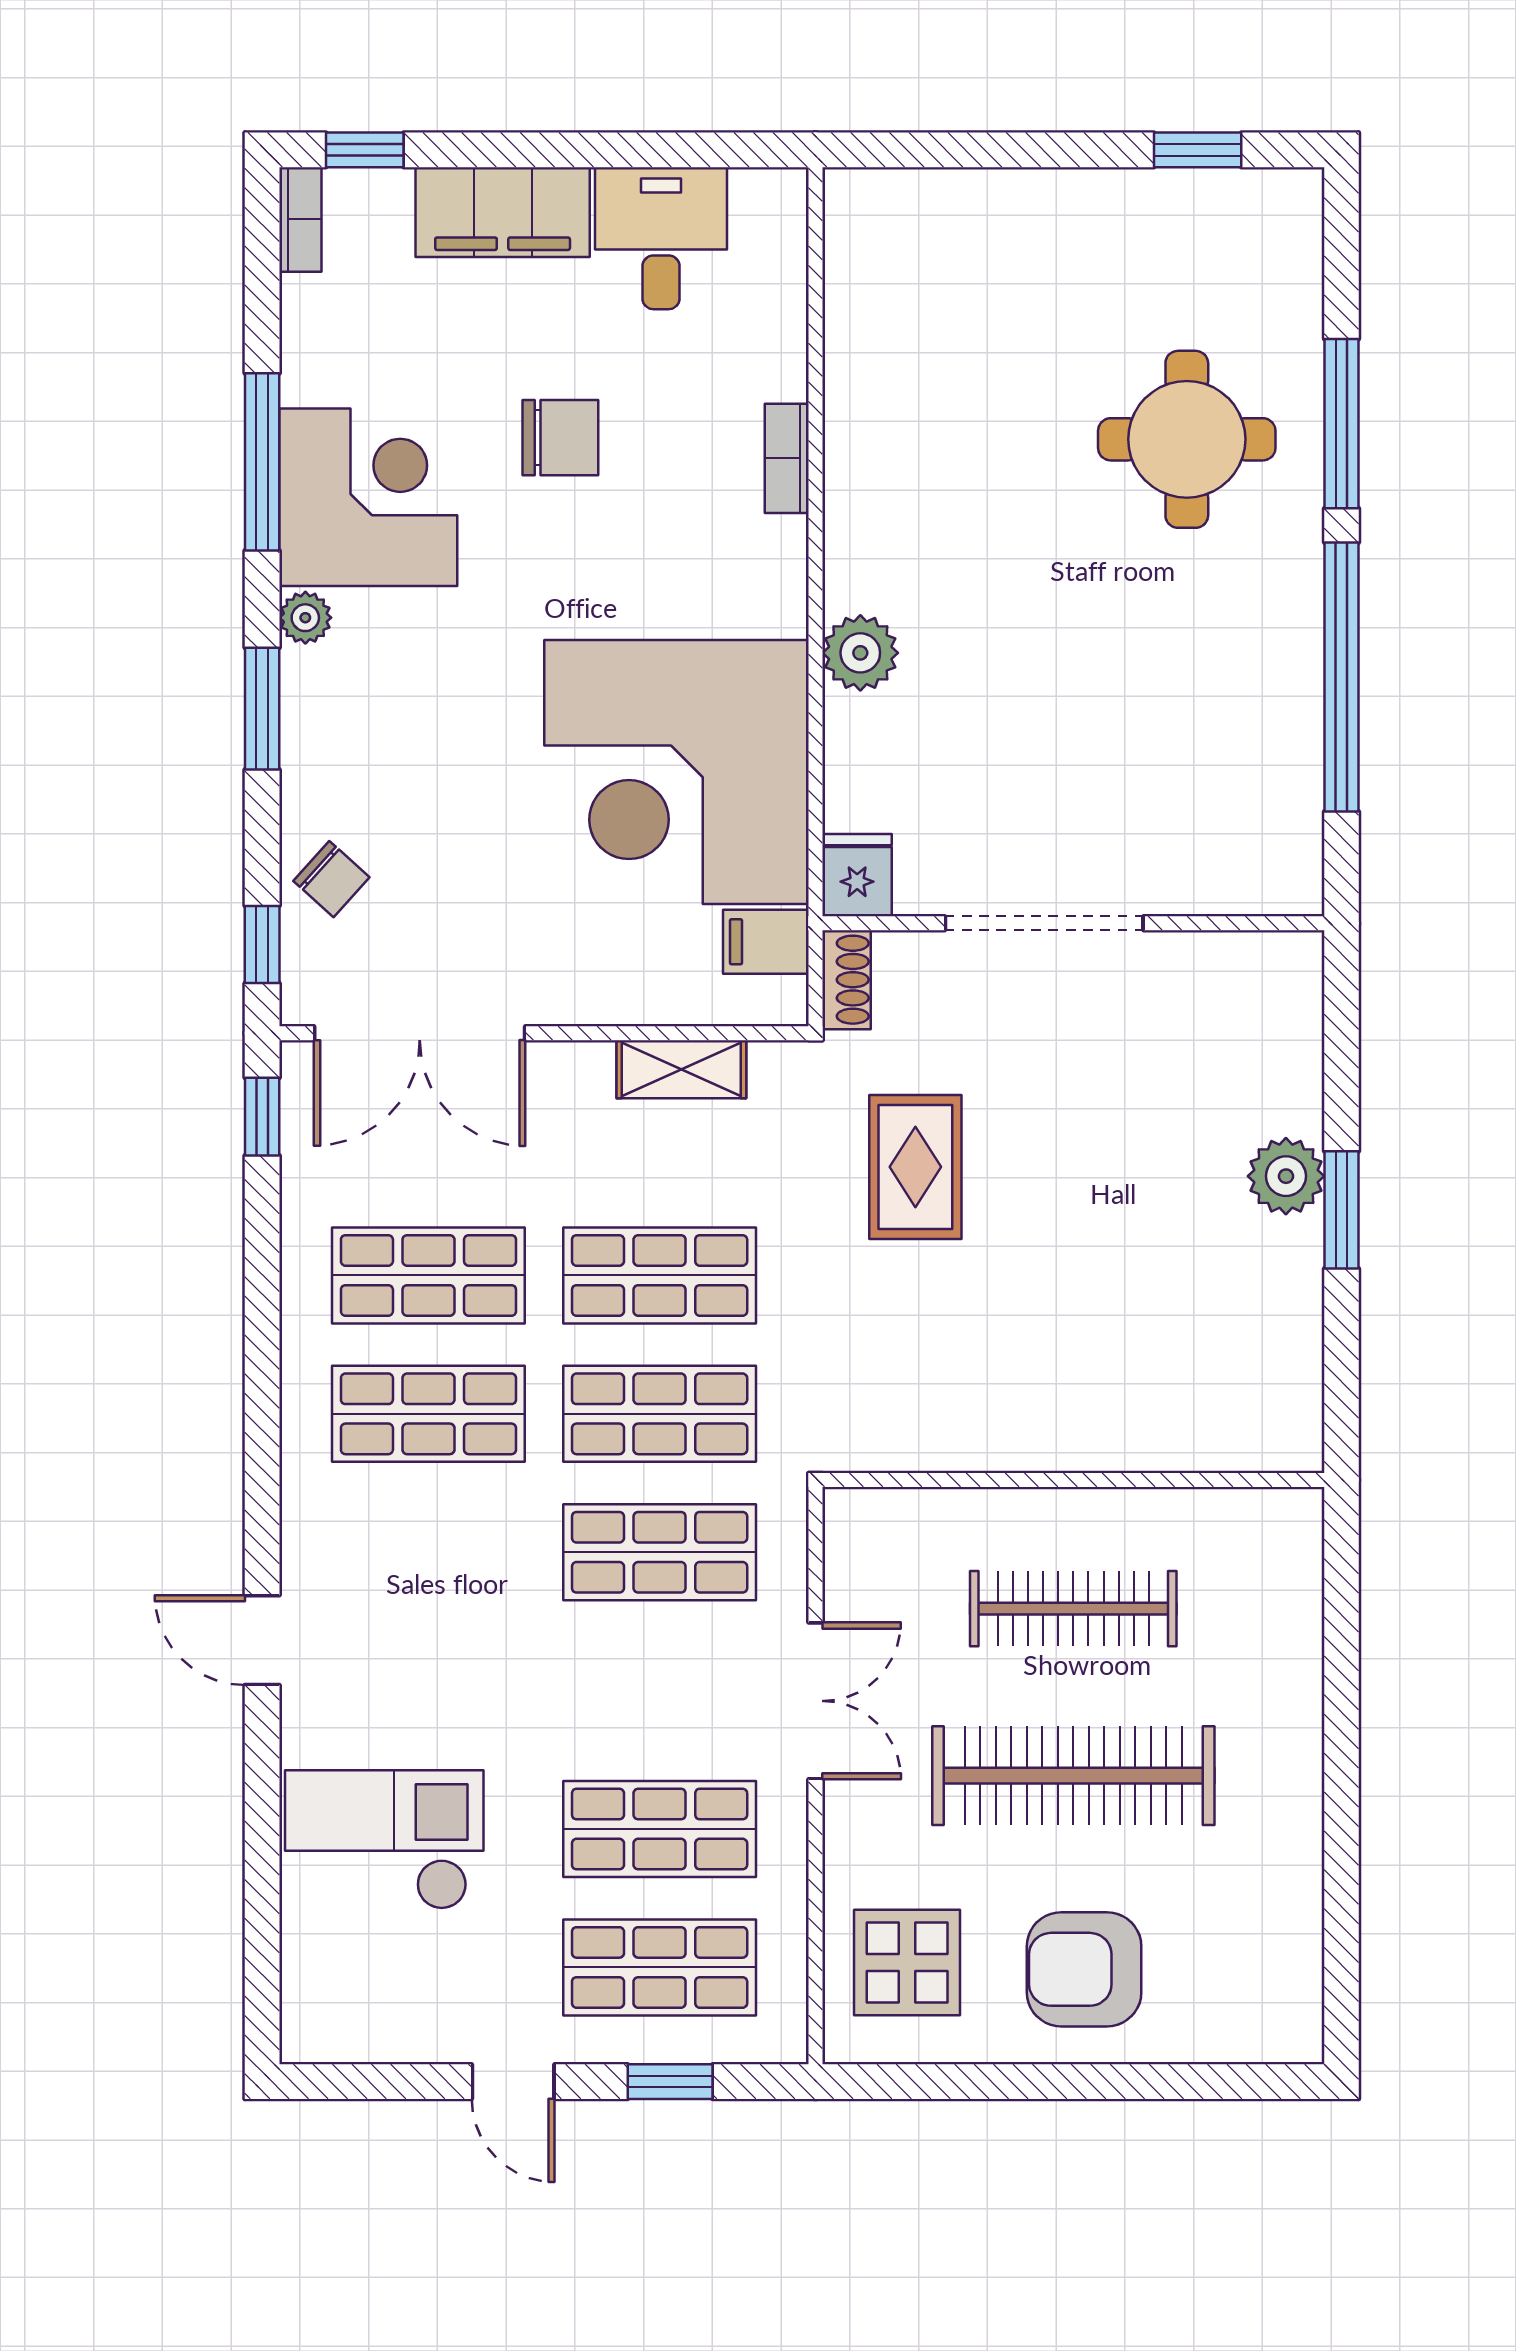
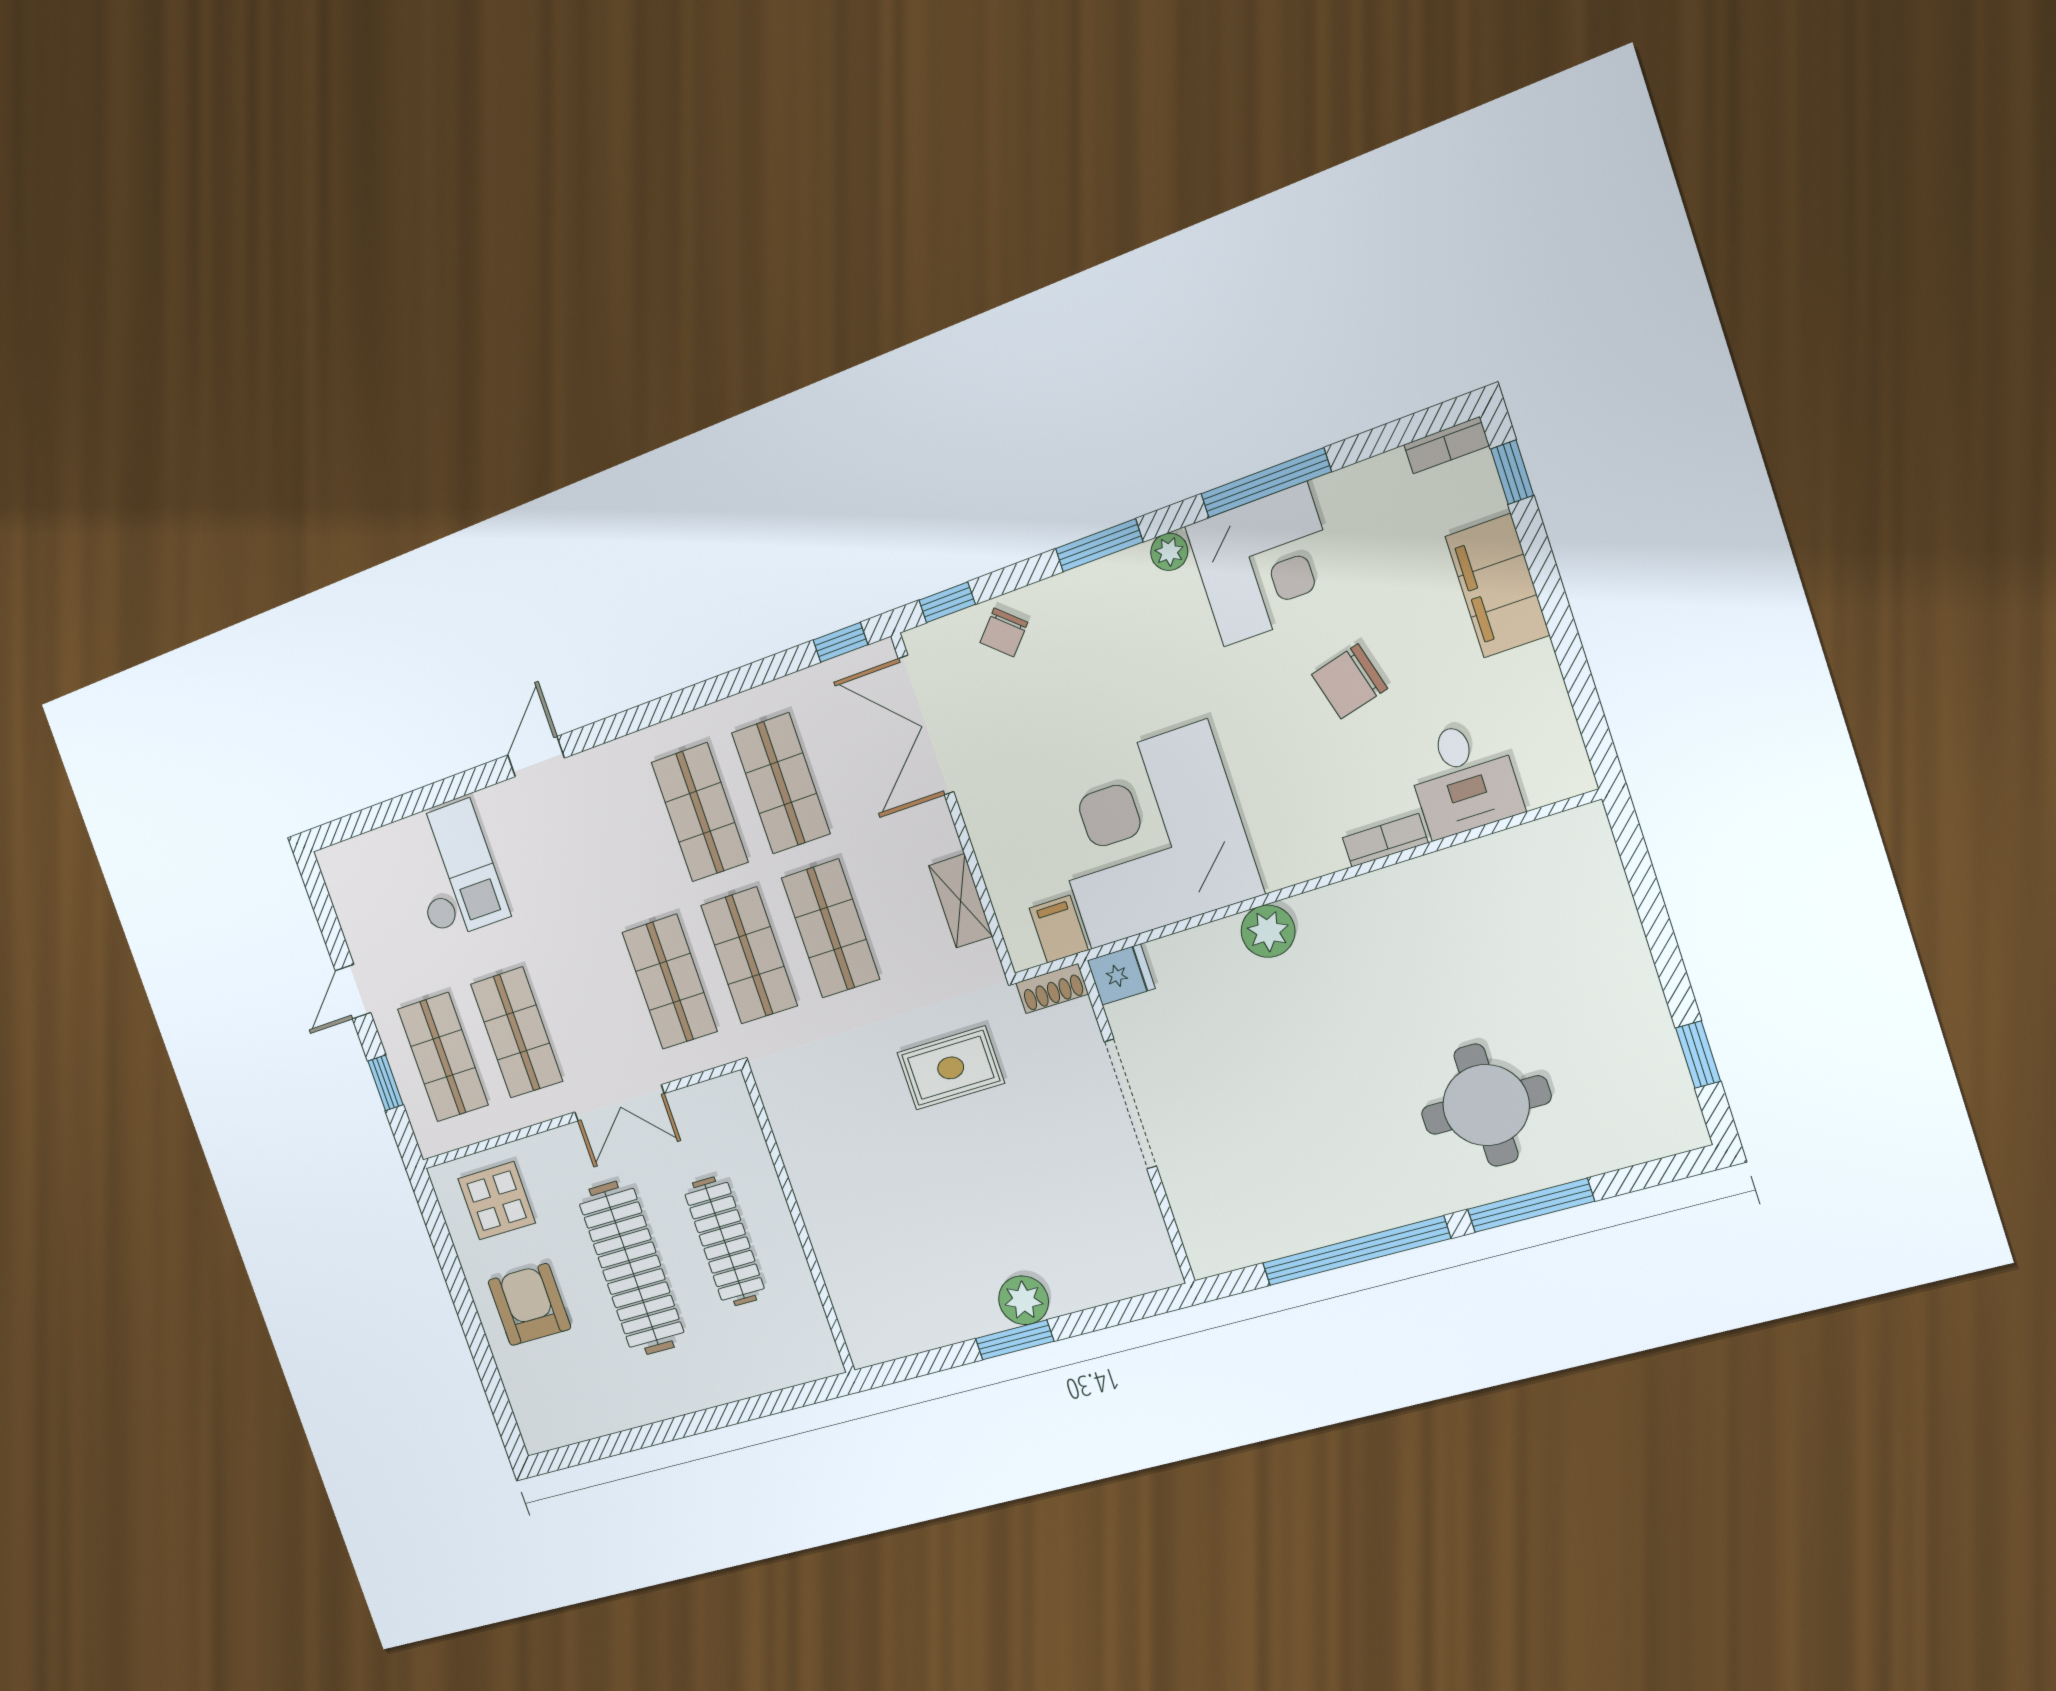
desk: (661, 238) -> (1463, 778), moved, turned 90
chair: (560, 438) -> (1349, 681), turned 75

